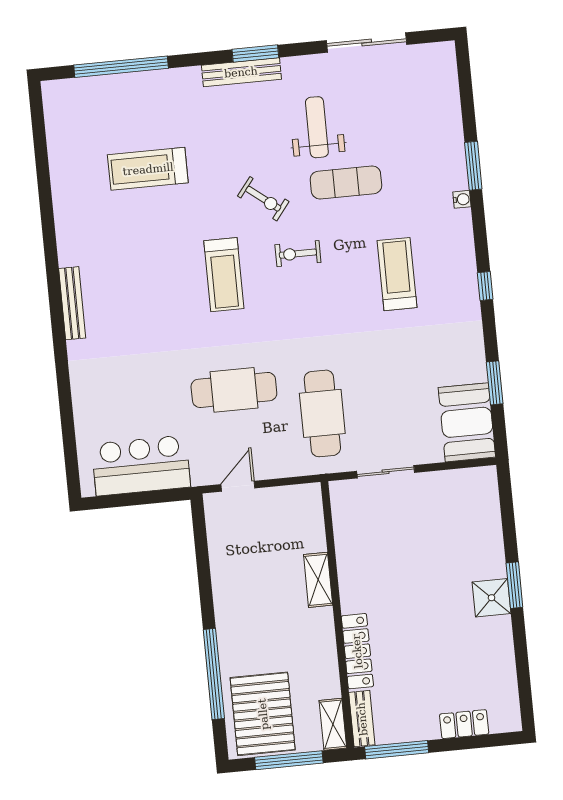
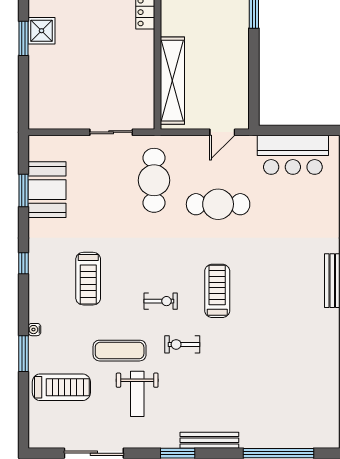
bench: (241, 72) -> (209, 440), moved
treadmill: (148, 169) -> (61, 387), moved
exercise bike: (263, 199) -> (182, 344), turned -38
booth: (467, 422) -> (47, 190), moved
shelving: (318, 580) -> (172, 81), width x2.20, depth x1.33

